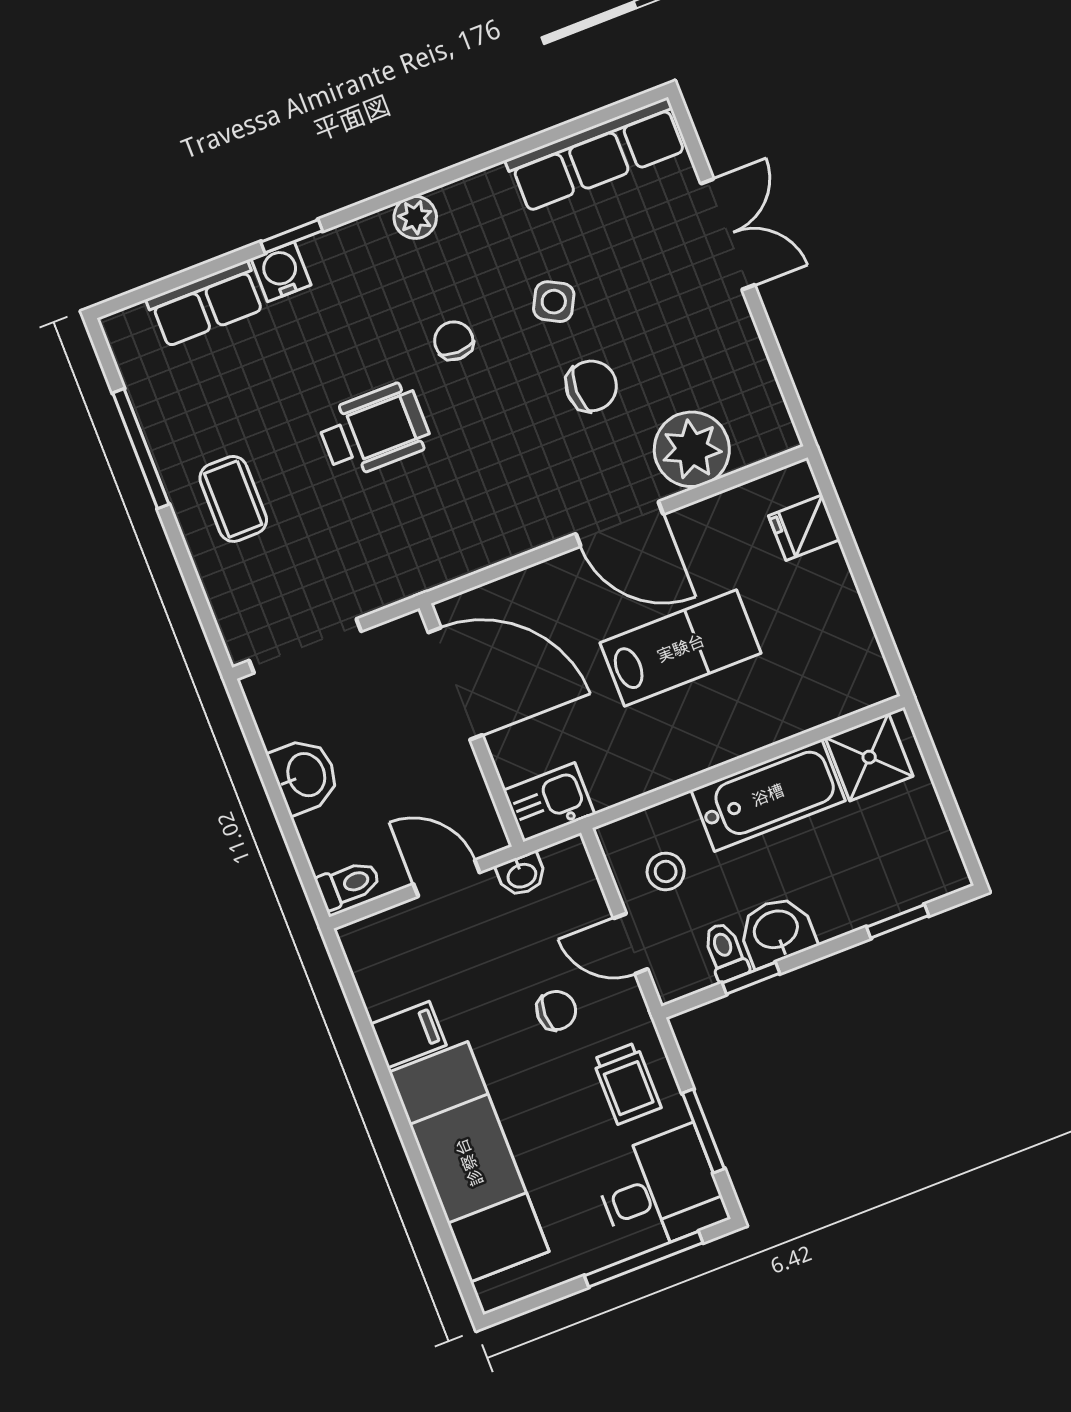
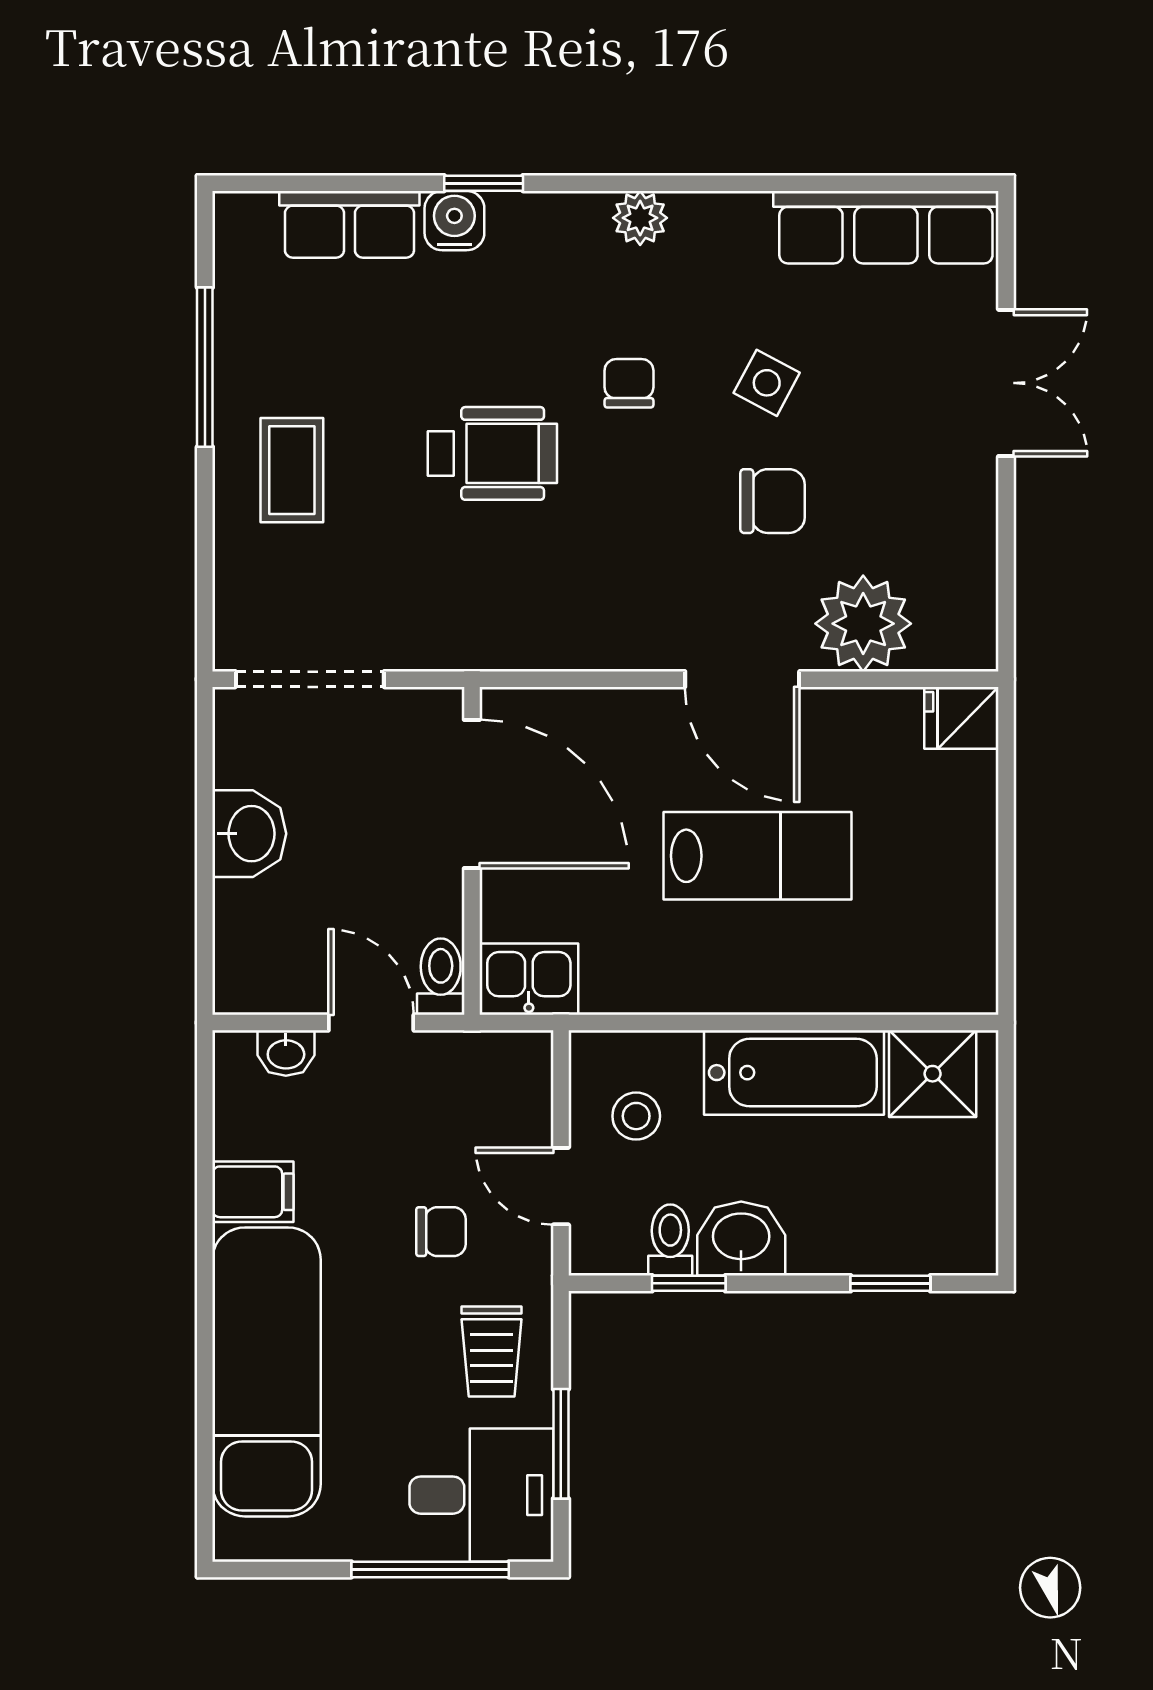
fridge: (804, 528) -> (961, 718), moved
washbasin: (522, 875) -> (286, 1053), moved
toilet: (348, 884) -> (441, 977), moved, turned -90

